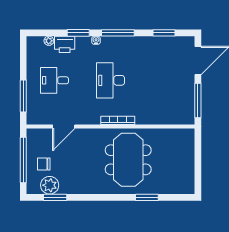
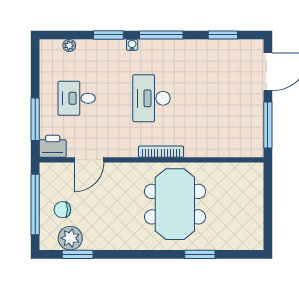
printer: (65, 44) -> (53, 146), moved, turned 180

